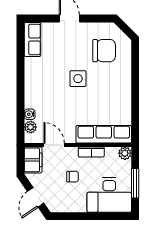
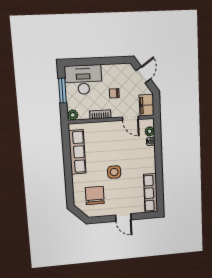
row of seats: (33, 39) -> (151, 193), width x1.48
chair: (104, 51) -> (95, 195), turned 90
row of seats: (104, 134) -> (77, 152), moved, turned -90

